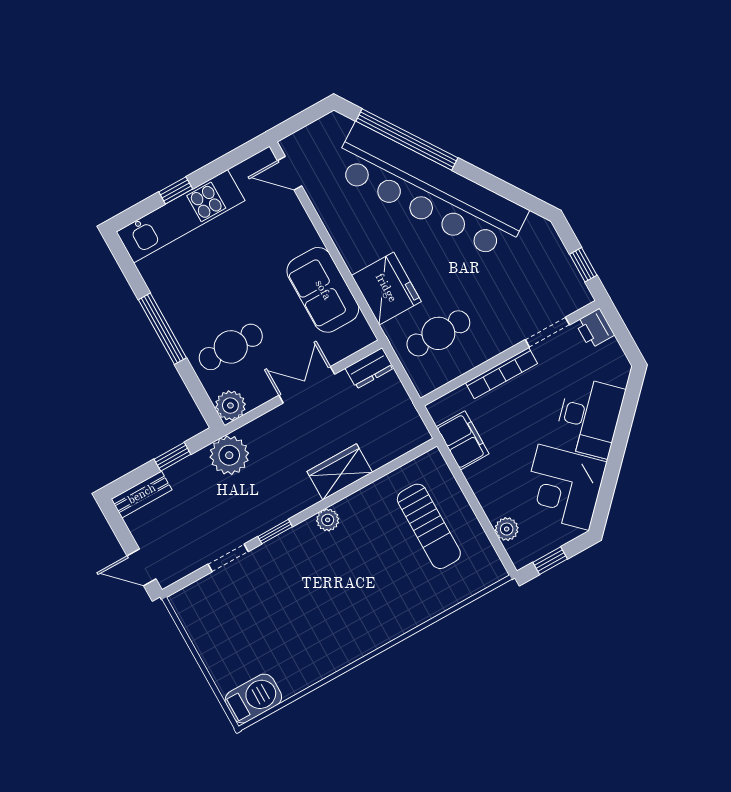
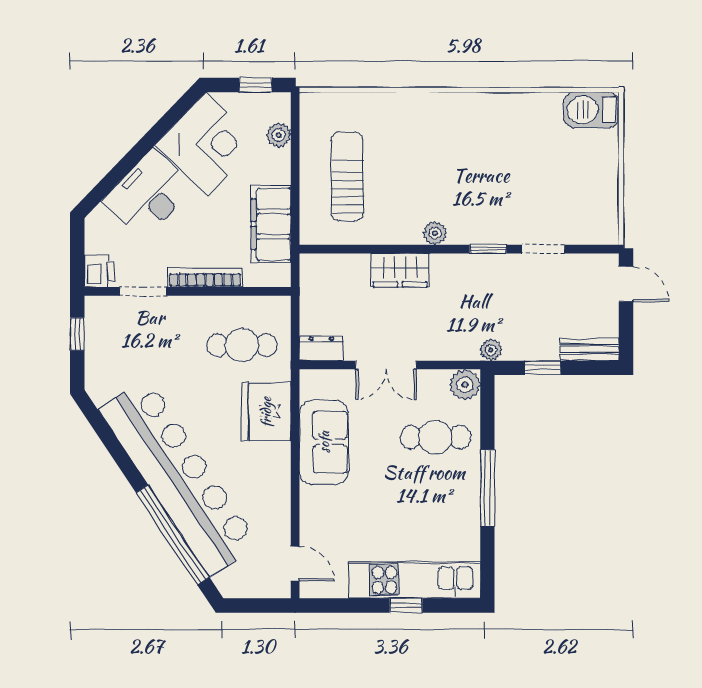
filing cabinet: (463, 440) -> (271, 224), width x1.50, depth x1.17
plant: (229, 455) -> (491, 350), width x0.53, depth x0.53

